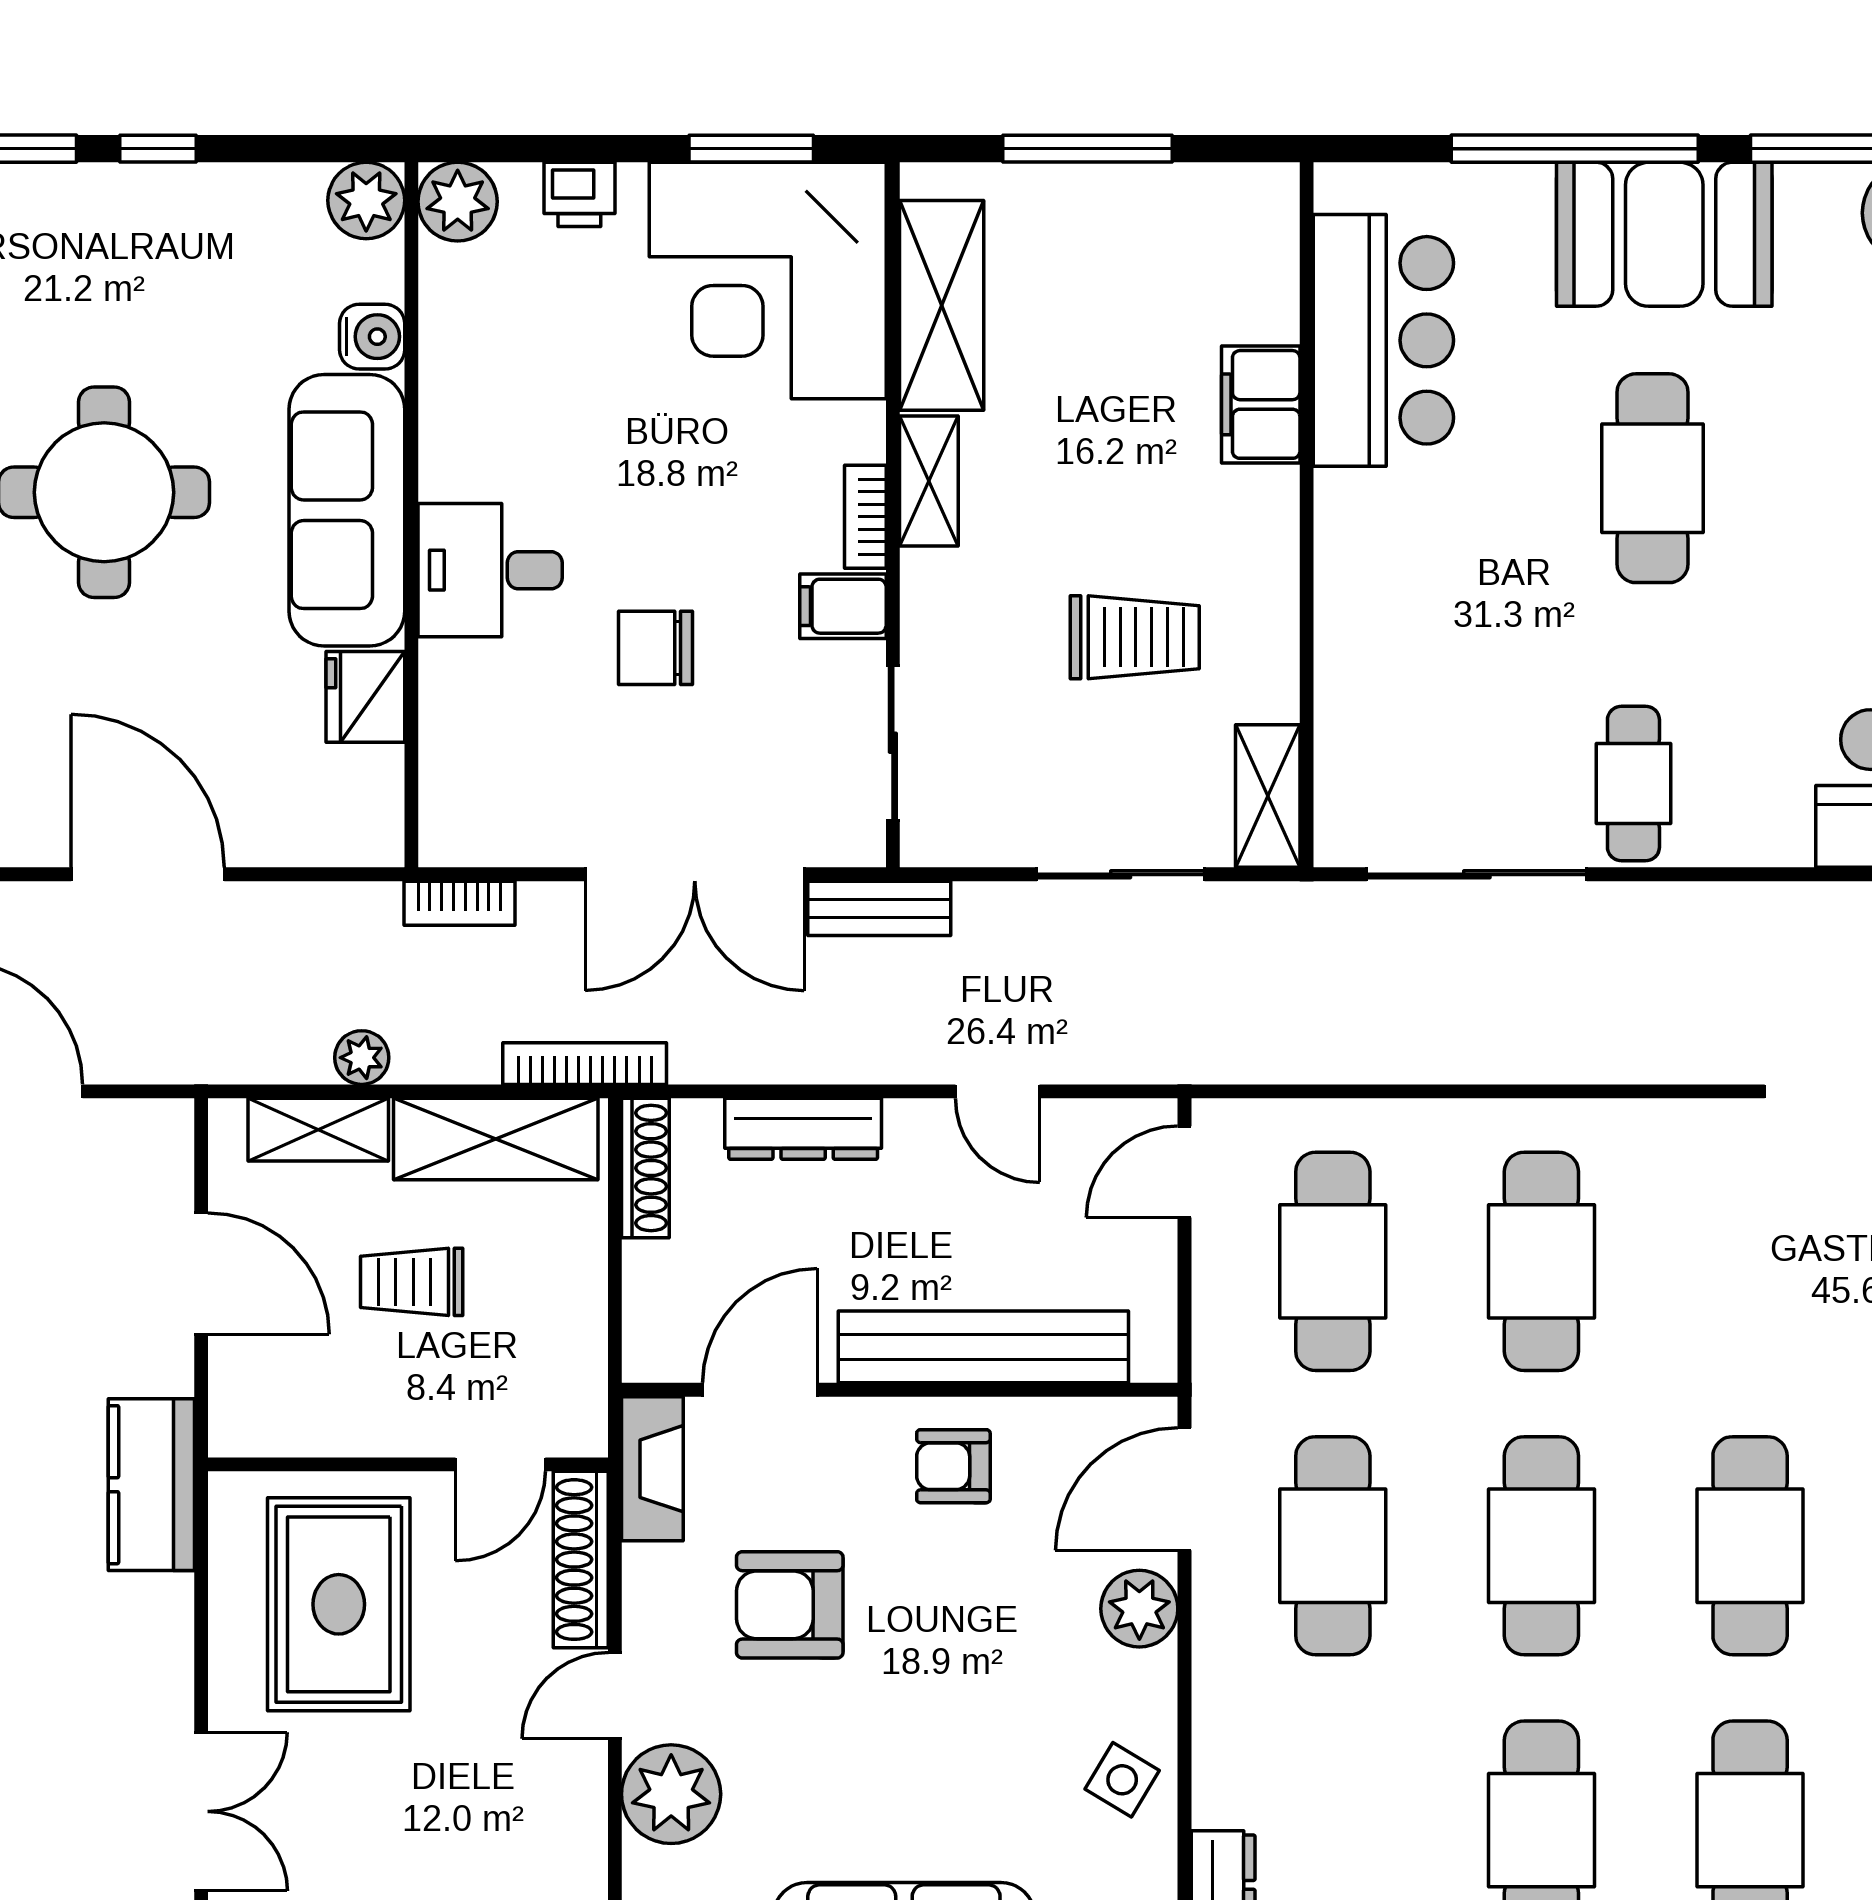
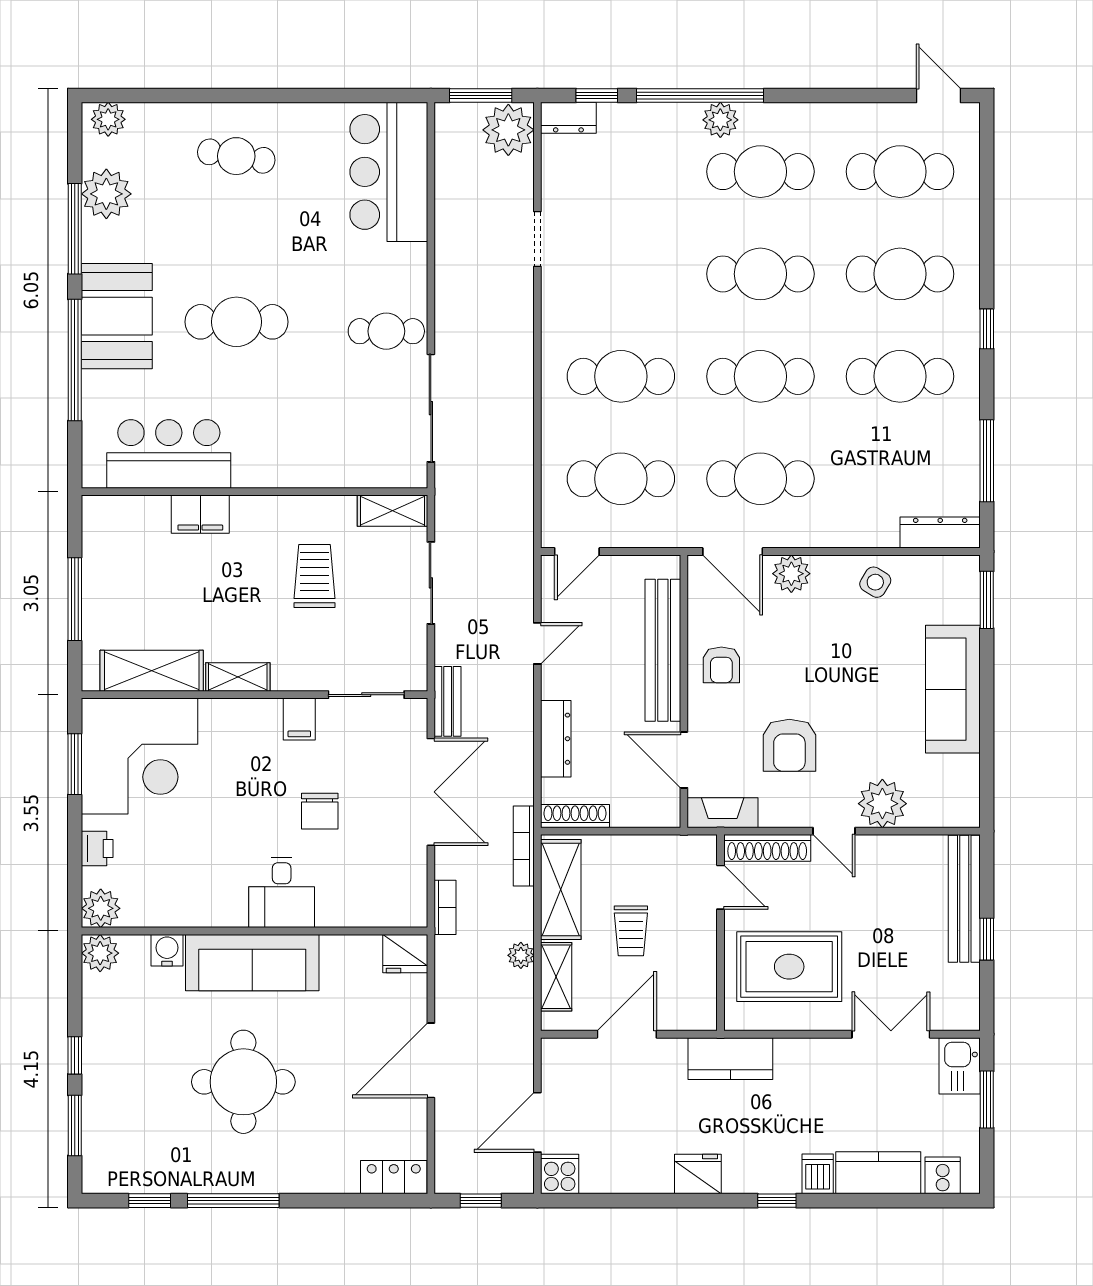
bookcase: (865, 517) -> (255, 708), removed
fridge: (365, 697) -> (405, 954), moved
door: (1185, 1172) -> (577, 552), hinge flipped

